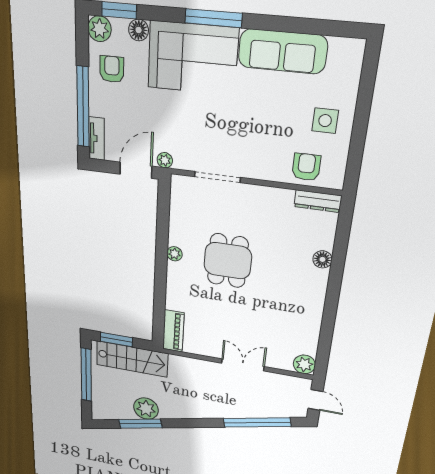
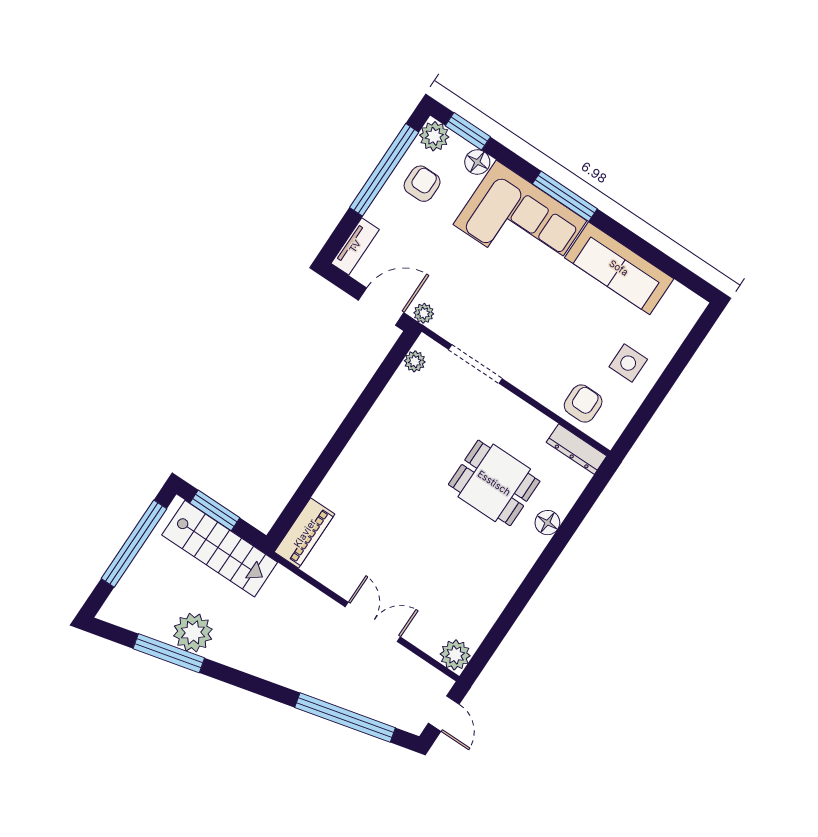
window: (83, 107) -> (384, 170), moved
plant: (175, 254) -> (415, 361), moved
dining table: (228, 261) -> (494, 483), moved, turned 90

